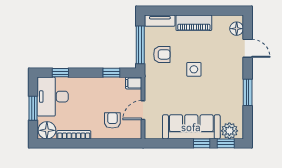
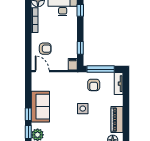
piano: (194, 23) -> (117, 120), moved
door: (143, 110) -> (42, 71), moved
sofa: (191, 127) -> (40, 107), width x0.73

